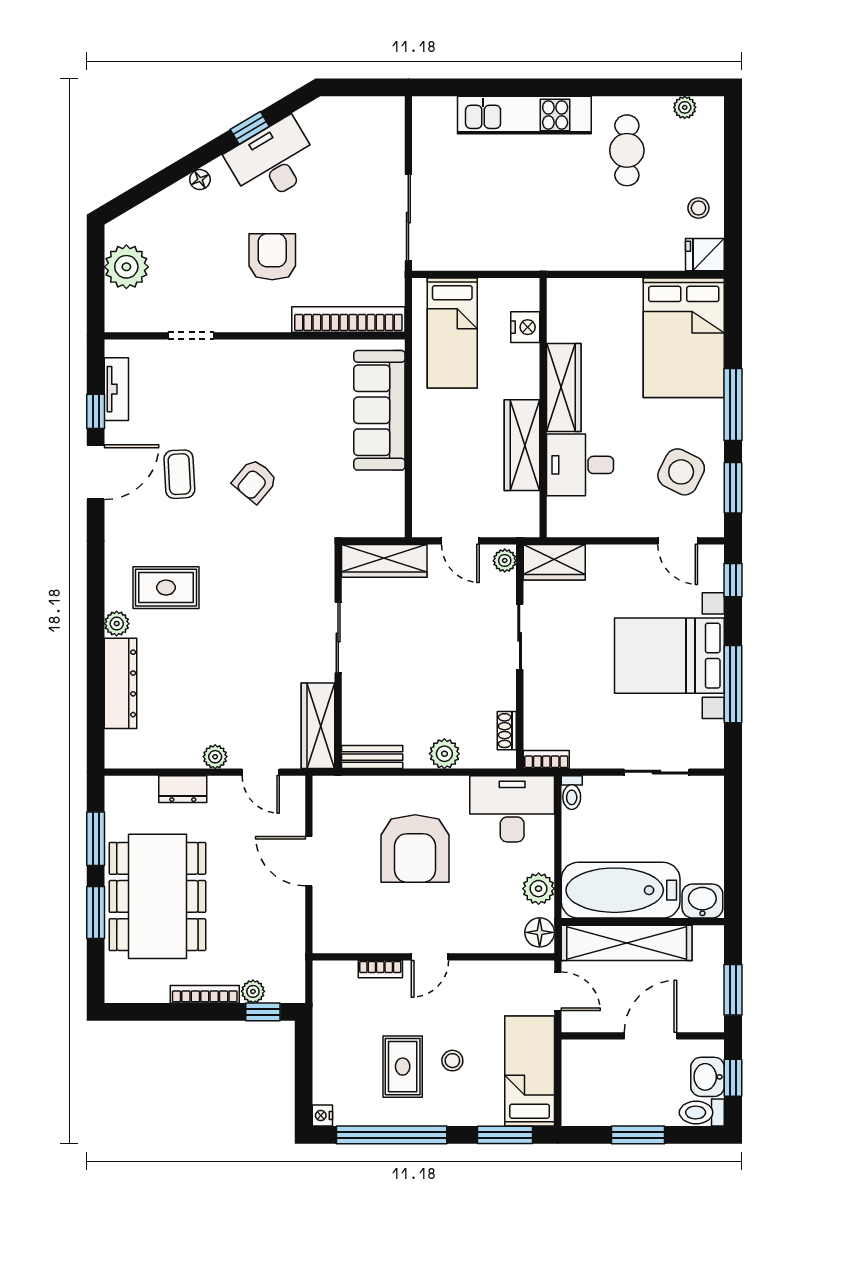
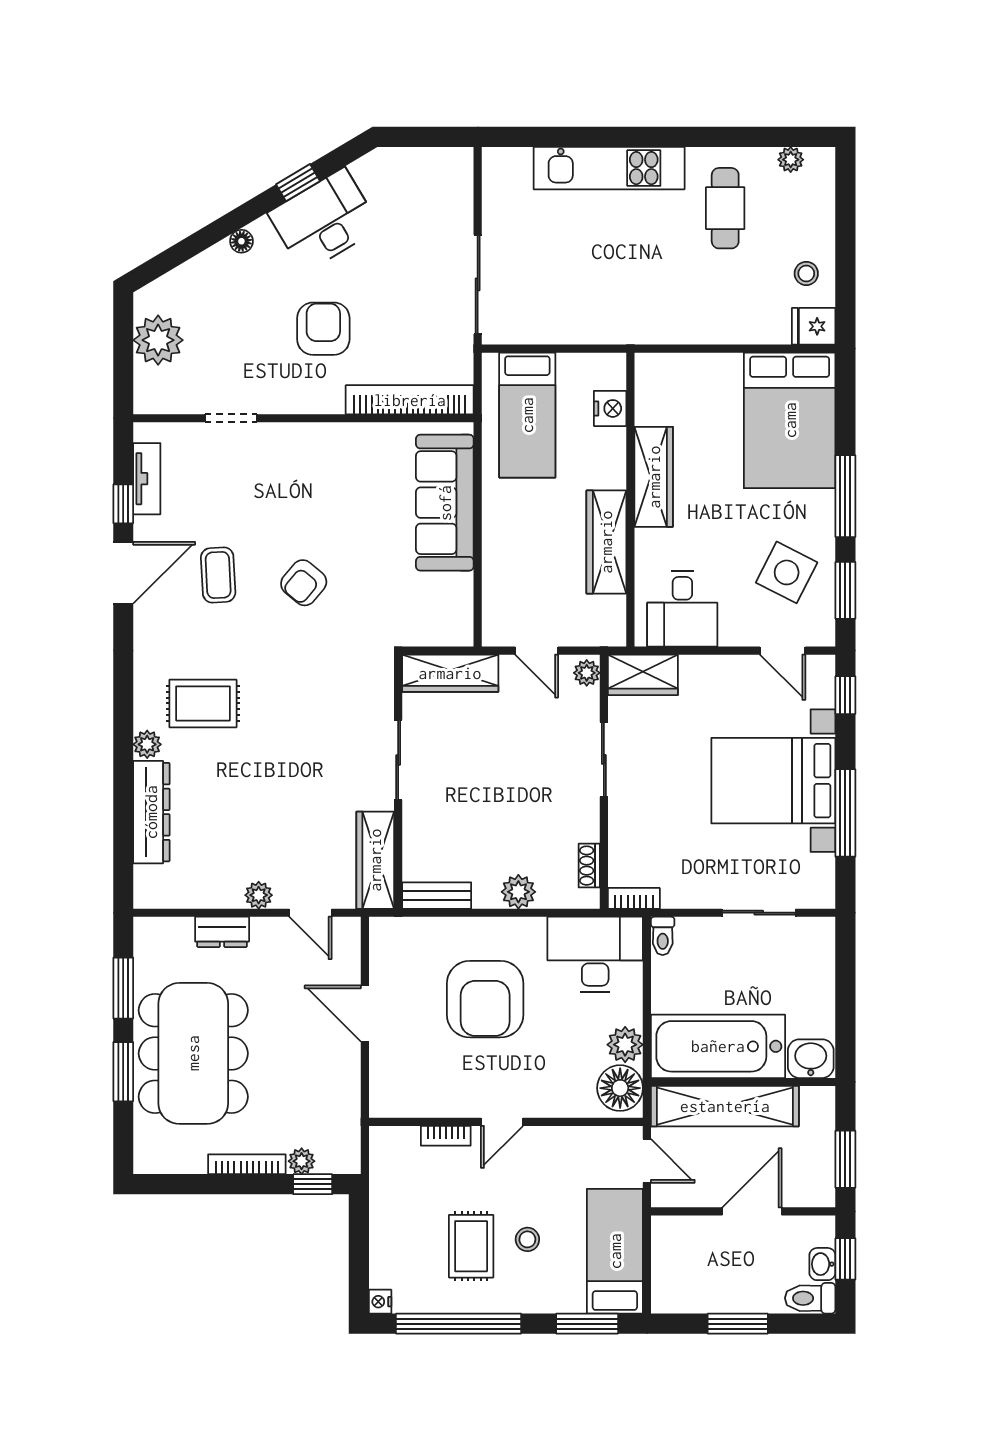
desk: (580, 465) -> (682, 609), moved, turned -90
floor lamp: (540, 932) -> (620, 1088), width x1.38, depth x1.38
washbasin: (708, 1077) -> (822, 1264), width x0.72, depth x0.69

